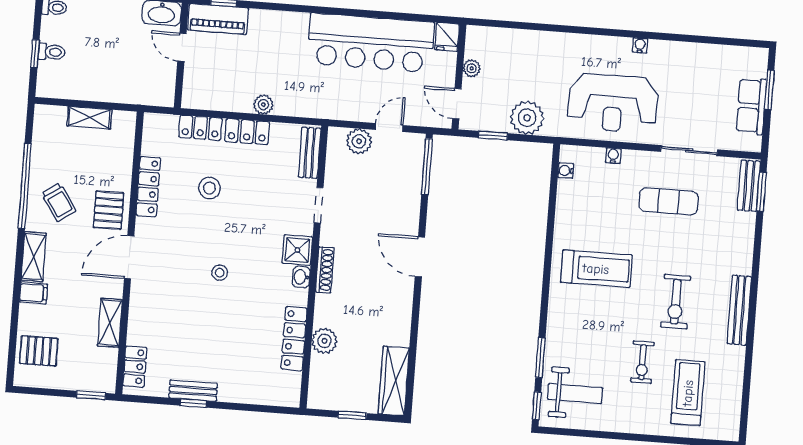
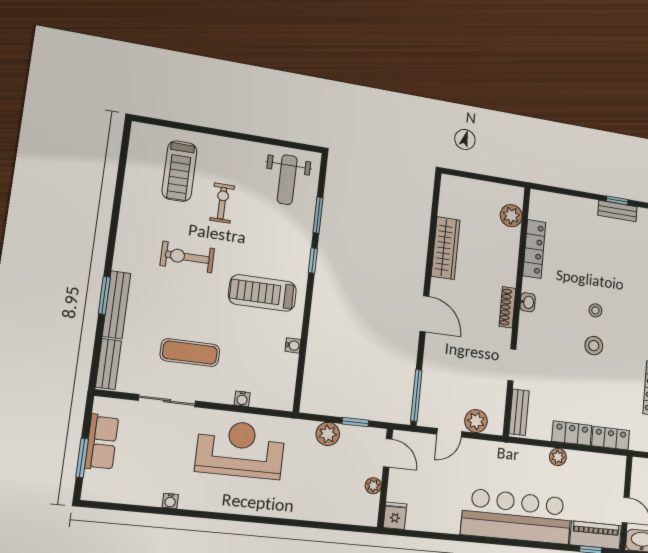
bar counter: (371, 43) -> (517, 516), moved
water cooler: (640, 45) -> (170, 501), moved
plant: (527, 118) -> (328, 434), width x0.73, depth x0.73
water cooler: (566, 171) -> (293, 345), moved
stool: (210, 188) -> (594, 346), moved
window: (761, 191) -> (104, 295), moved
shower: (297, 250) -> (531, 326), removed
exercise bike: (676, 302) -> (187, 257), turned -90
bench: (739, 310) -> (116, 305), moved
plant: (324, 341) -> (511, 216), moved
wardrobe: (394, 381) -> (446, 248), moved
weight bench: (575, 393) -> (287, 180), turned -90
window: (537, 406) -> (313, 260), moved
window: (352, 415) -> (486, 178), removed

